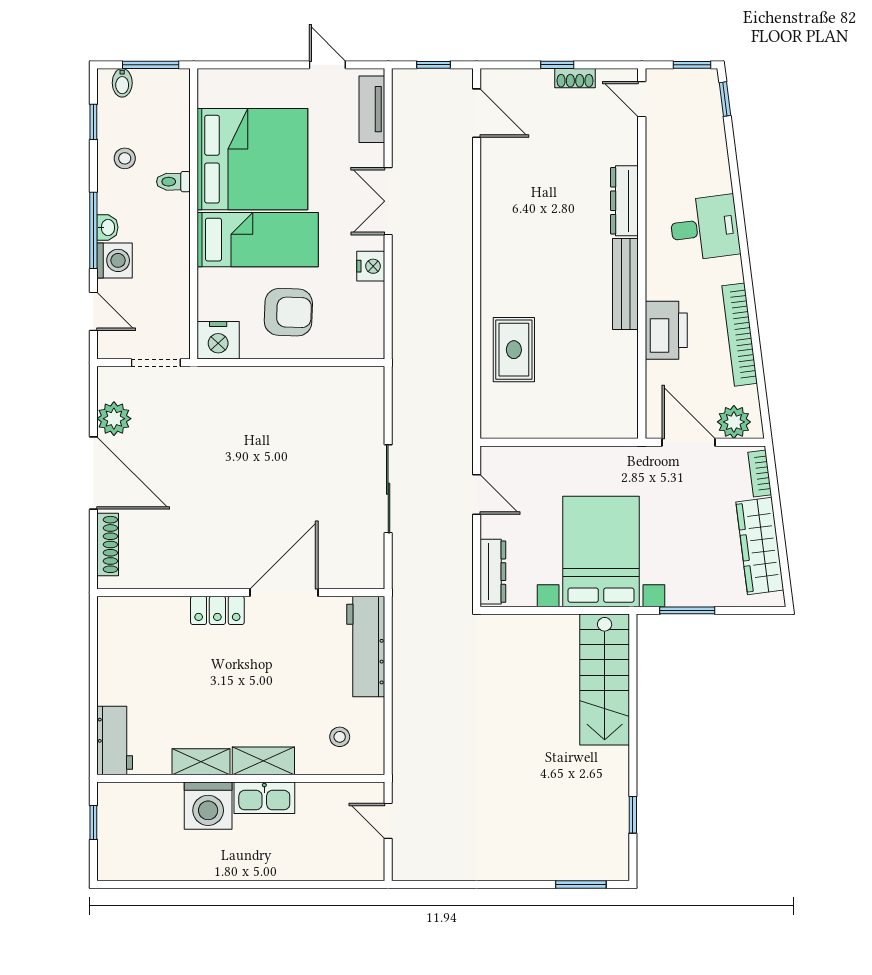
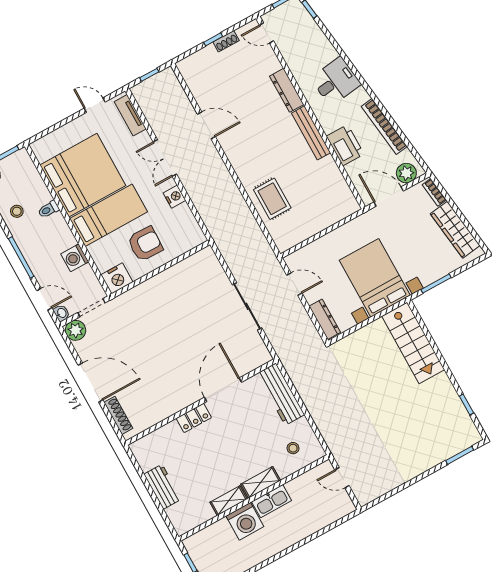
door: (477, 113) -> (206, 125), moved
washbasin: (107, 227) -> (62, 313), moved
washing machine: (115, 260) -> (75, 258), moved, turned 180
plant: (114, 419) -> (76, 330), moved
workbench: (115, 741) -> (163, 487), moved

